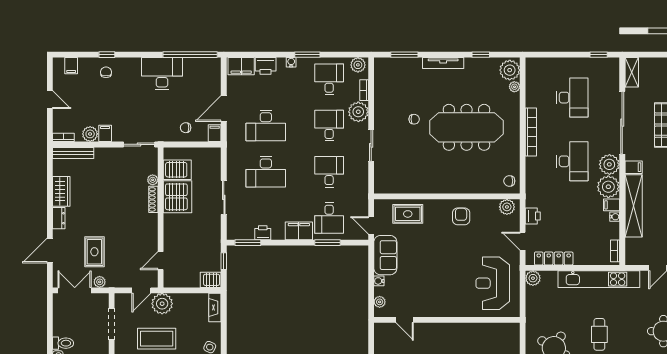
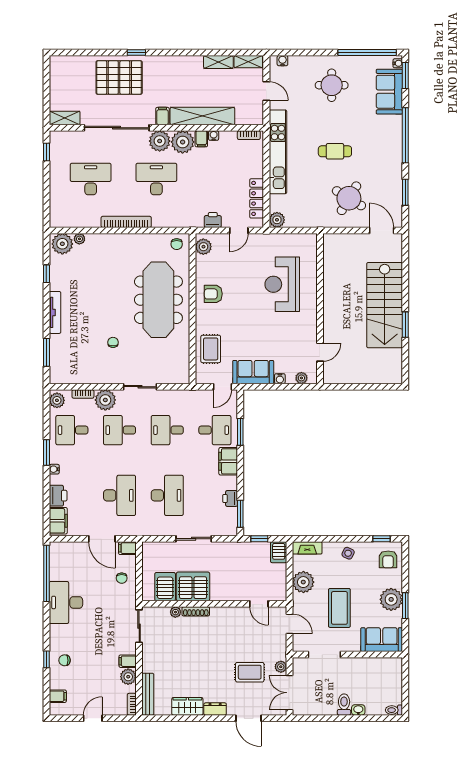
meeting table: (467, 127) -> (158, 300), moved
reception desk: (493, 283) -> (282, 284), moved, turned 90
plant: (162, 304) -> (303, 582), moved

